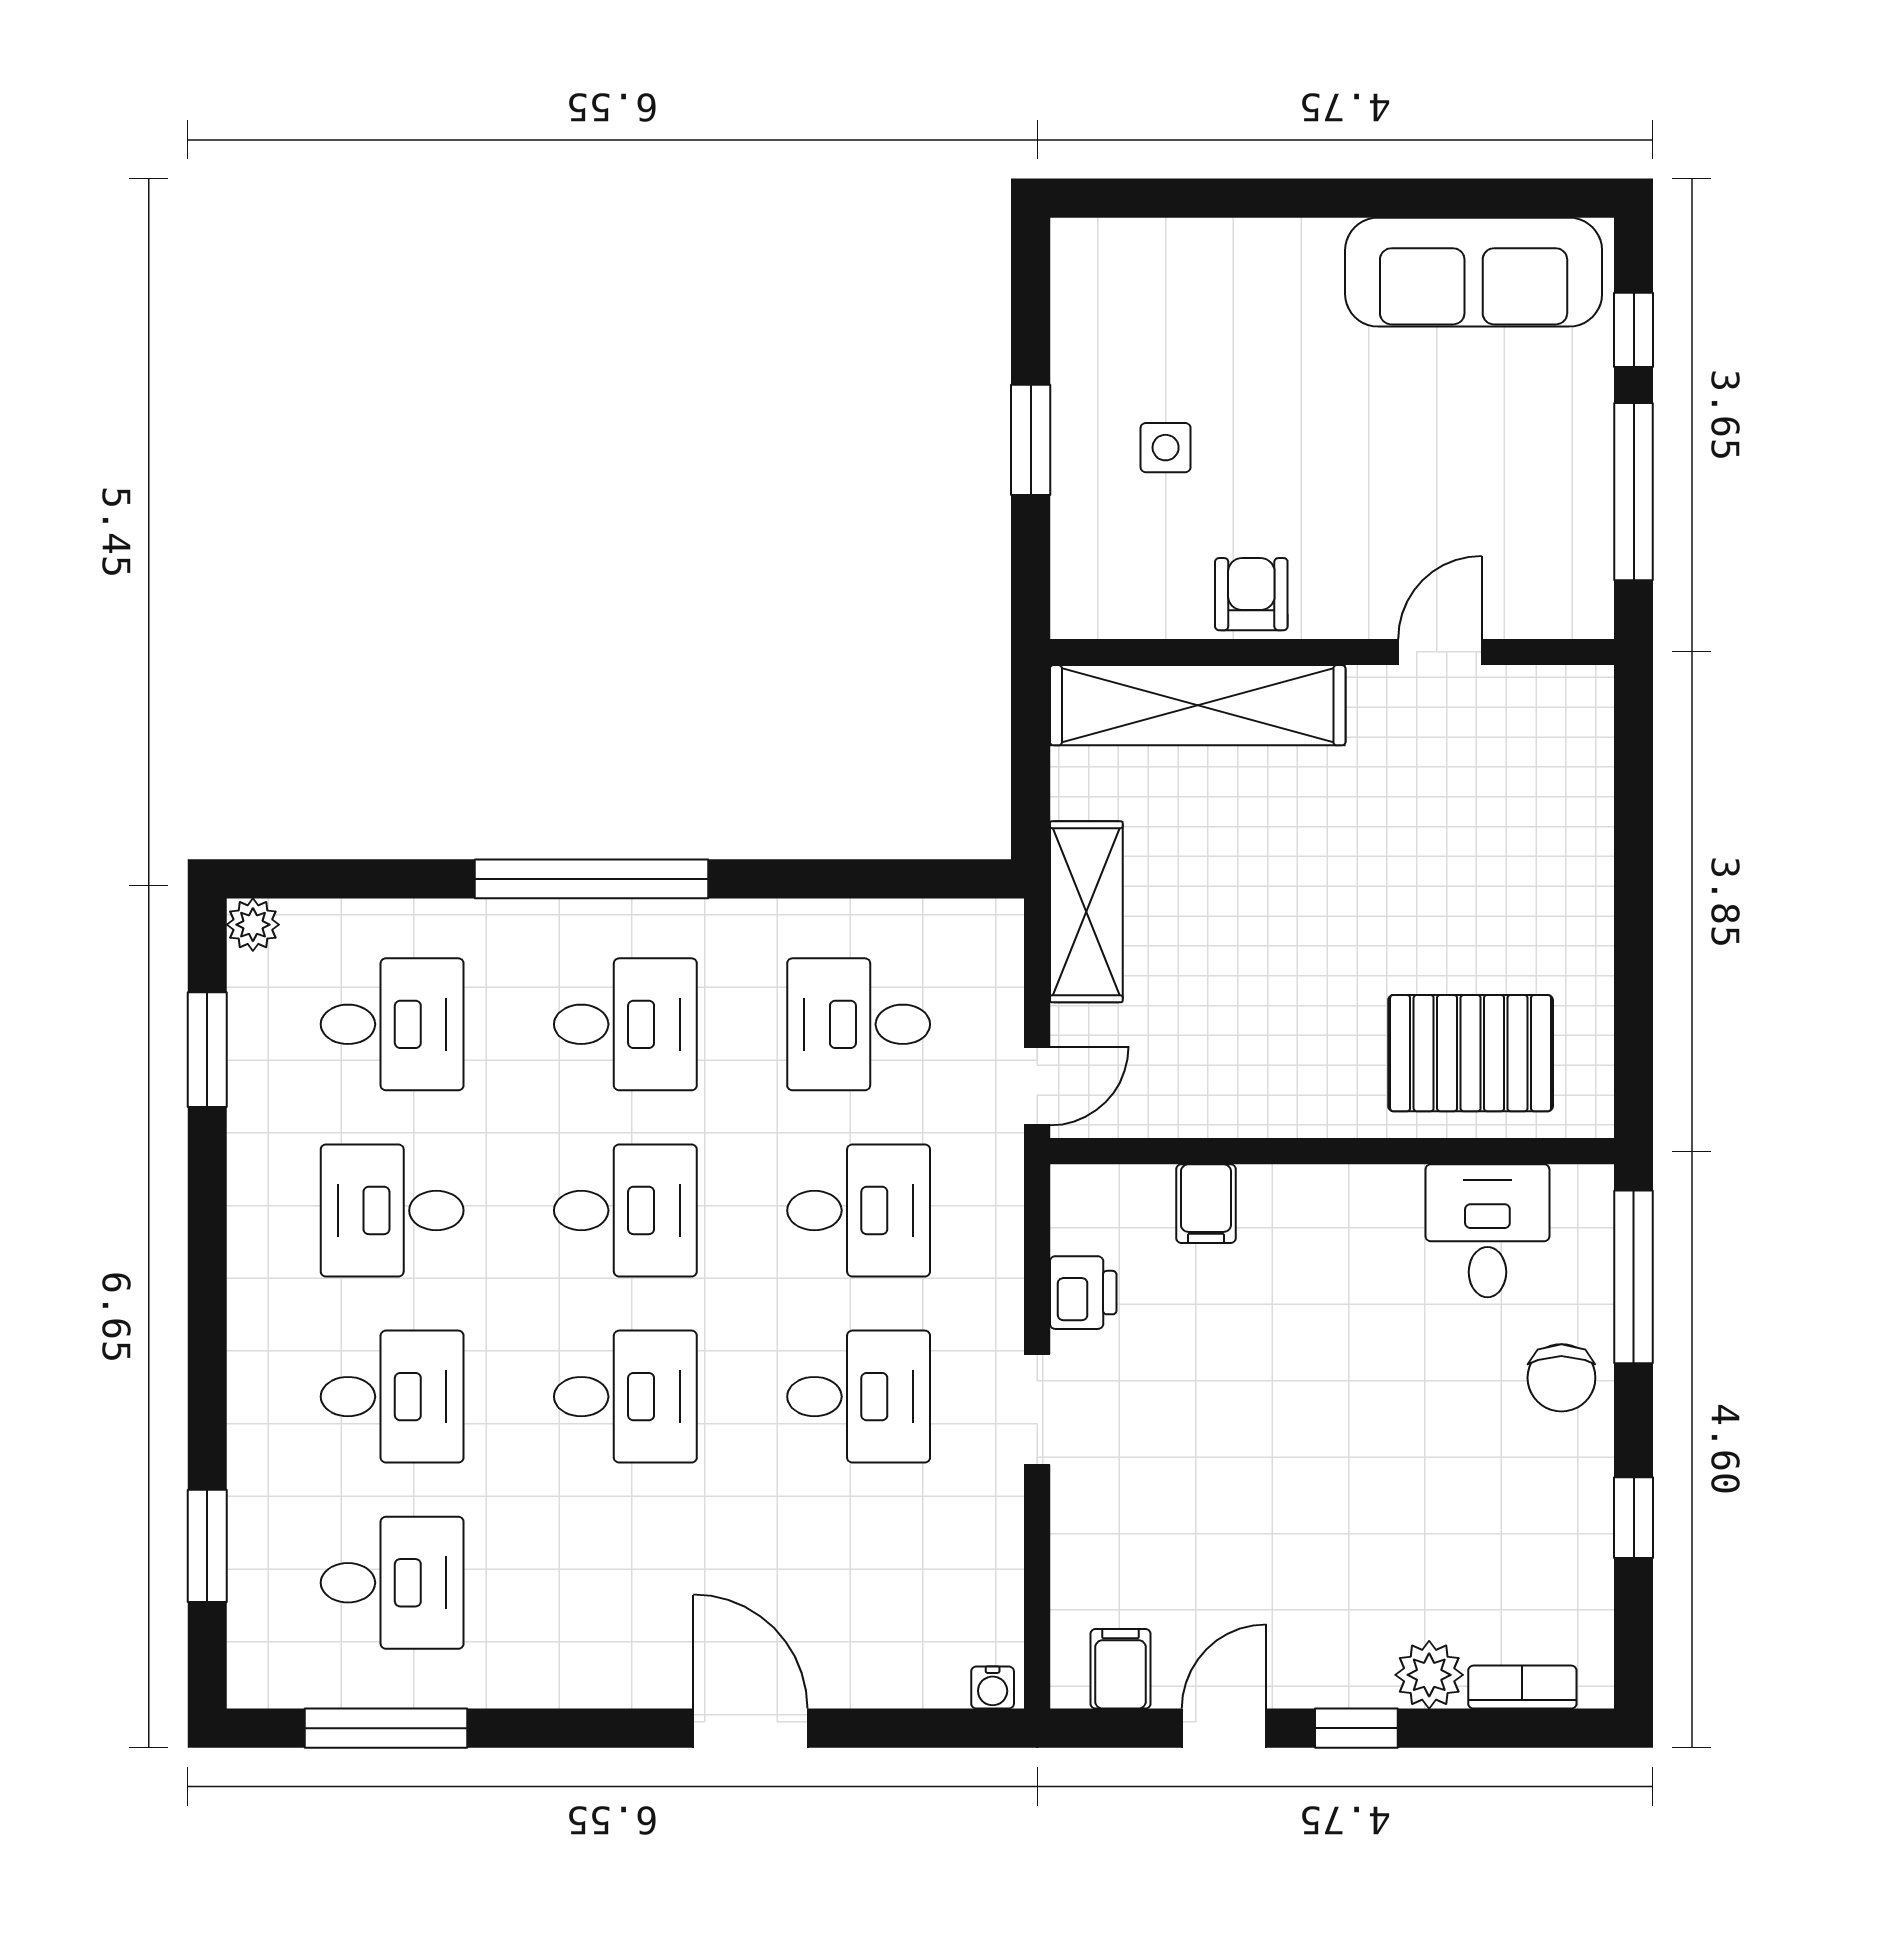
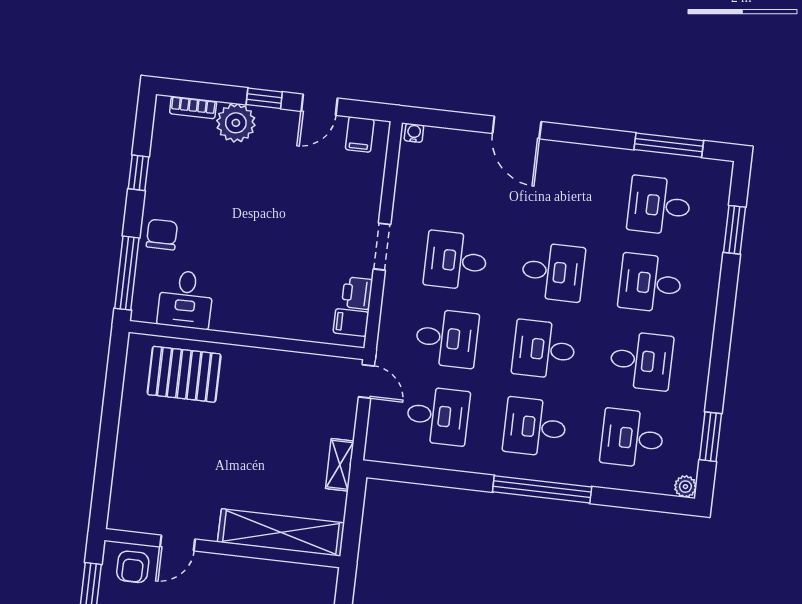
armchair: (1251, 594) -> (133, 567), moved
shelving: (1086, 912) -> (340, 465), width x0.67, depth x0.75
door: (1037, 1086) -> (366, 381), swing flipped
filing cabinet: (1206, 1204) -> (351, 323), moved, turned -90
desk: (859, 1210) -> (447, 338), turned 180
desk: (625, 1397) -> (553, 272), turned 180
plant: (1429, 1675) -> (236, 123), width x1.36, depth x1.36

